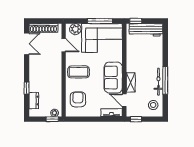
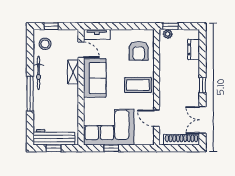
window: (100, 21) -> (111, 148), width x0.46
window: (136, 21) -> (54, 148), moved
plant: (75, 29) -> (142, 138), removed
window: (165, 80) -> (30, 94), moved
window: (27, 88) -> (202, 85), moved
window: (136, 119) -> (51, 26), moved

